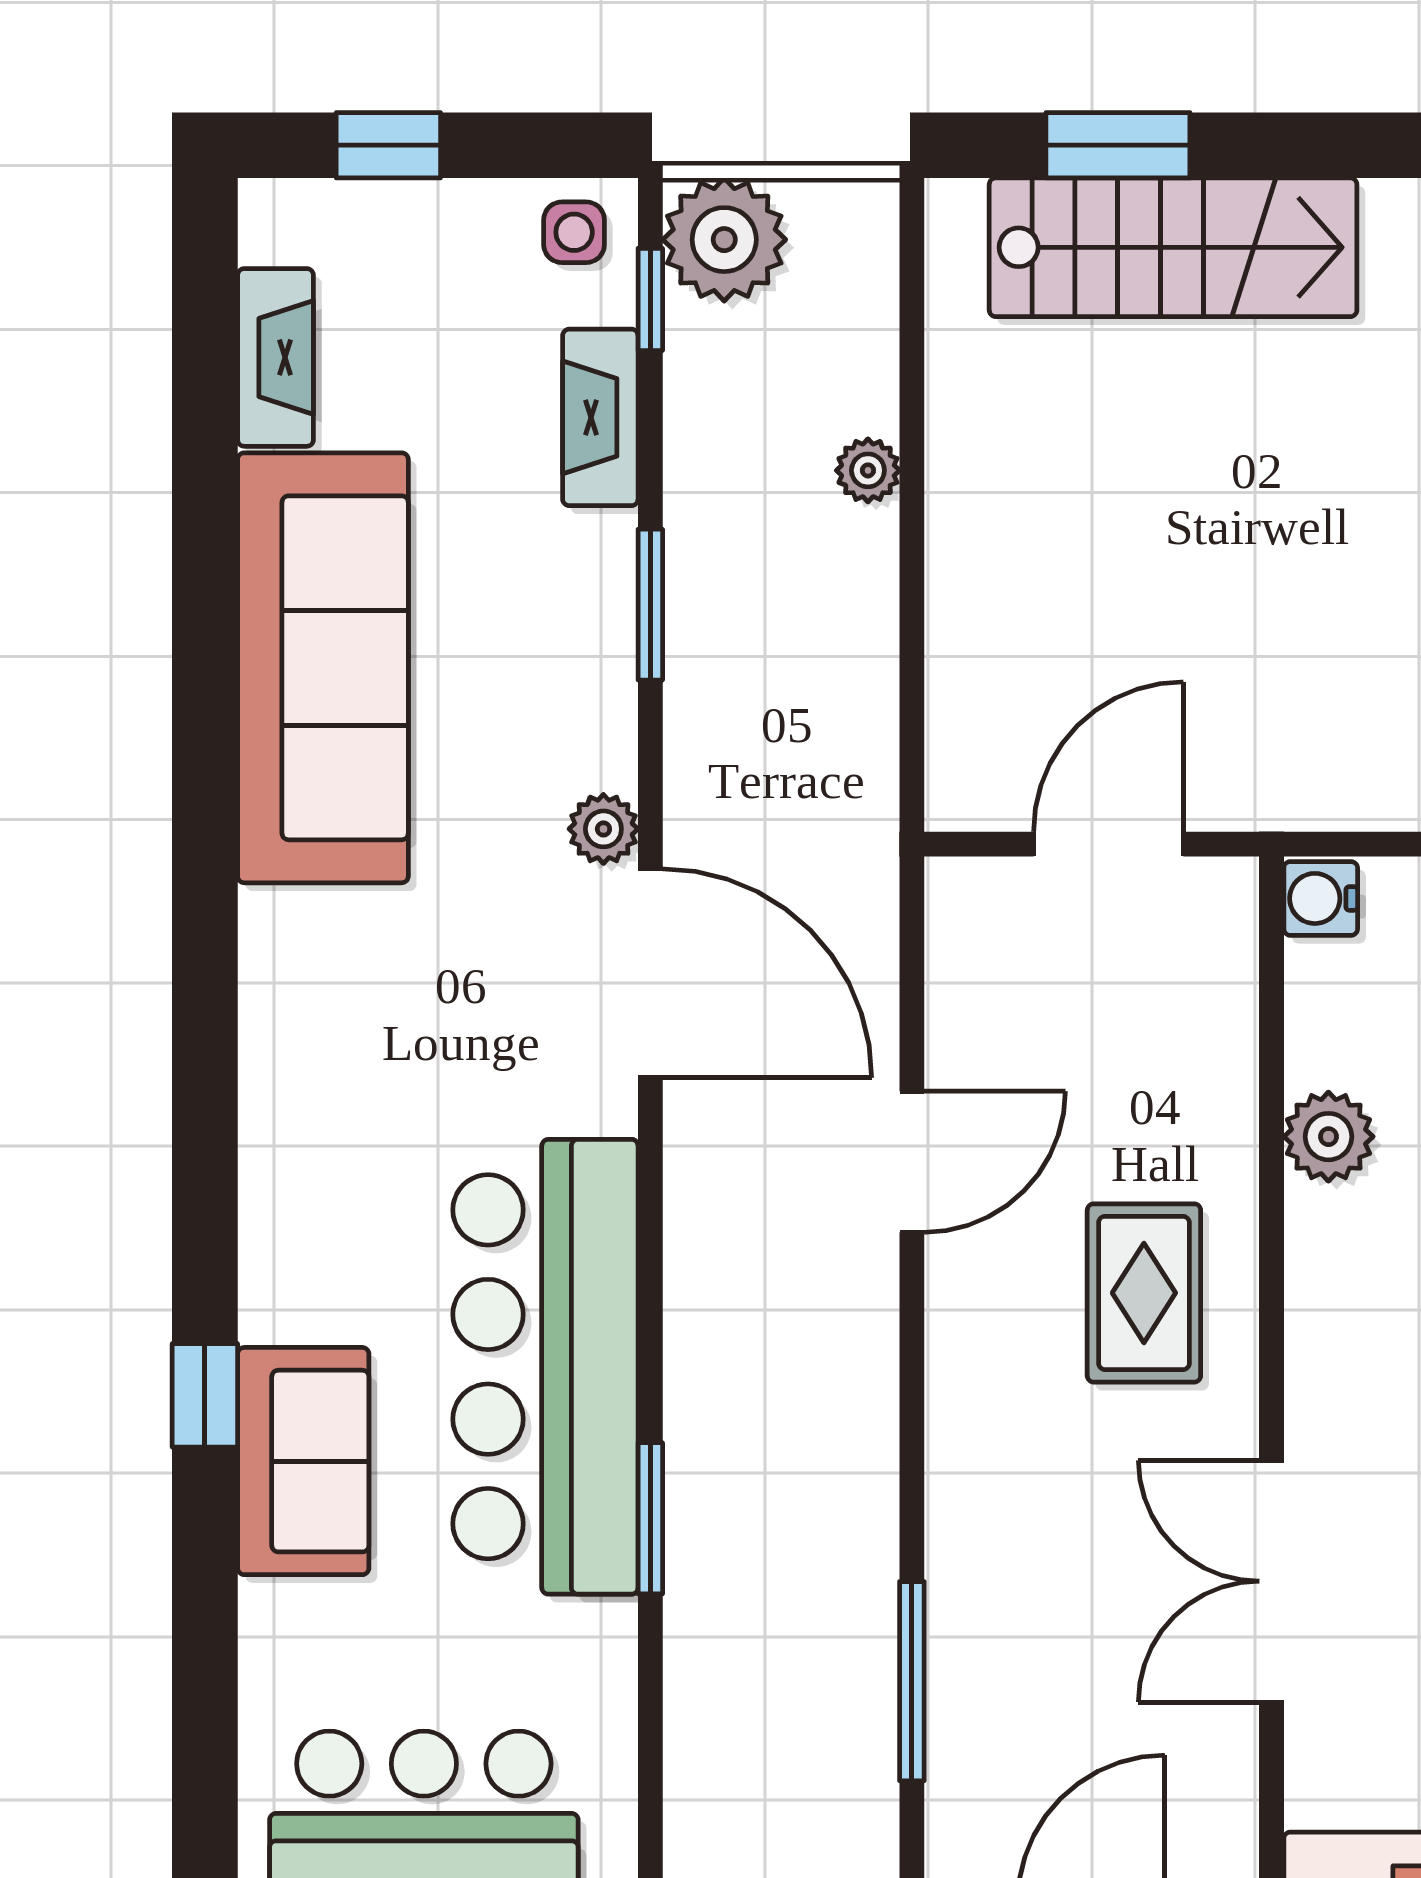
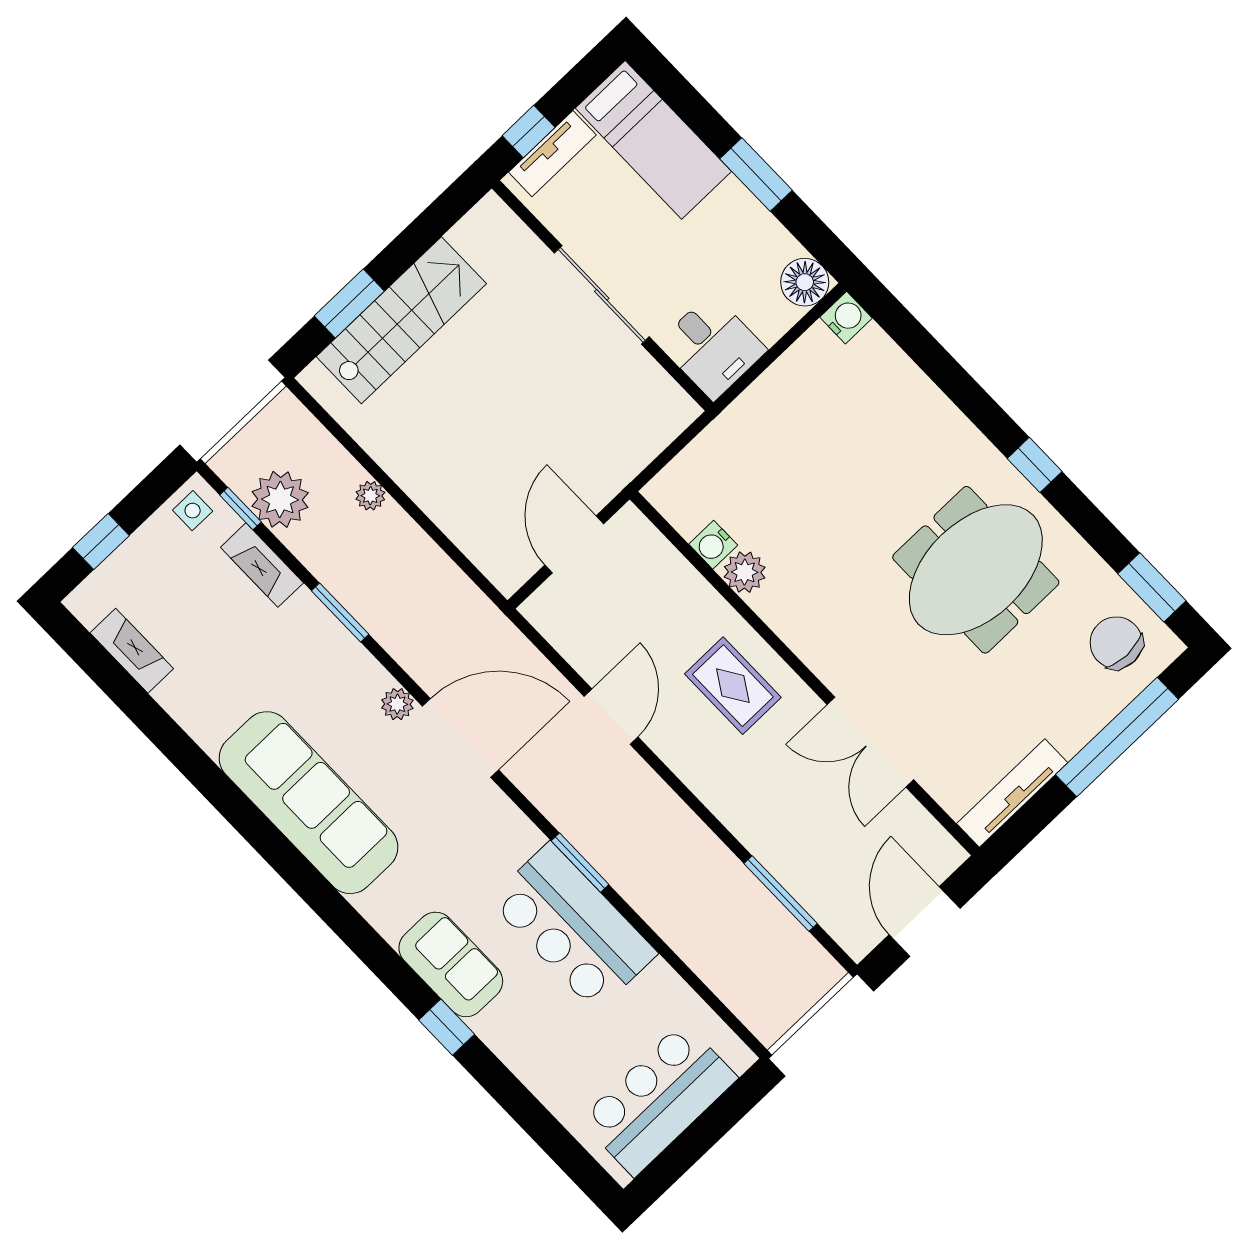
plant: (724, 240) -> (280, 499), moved
sofa: (323, 668) -> (309, 803), moved
water cooler: (1321, 898) -> (713, 545), moved
bar counter: (545, 1367) -> (573, 927), width x0.73
sofa: (303, 1461) -> (451, 964), moved
window: (650, 1518) -> (580, 863), moved

